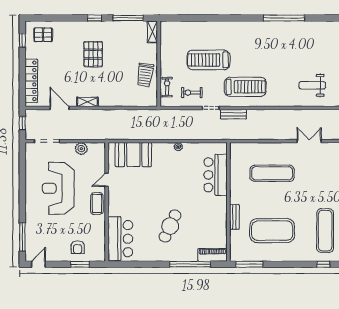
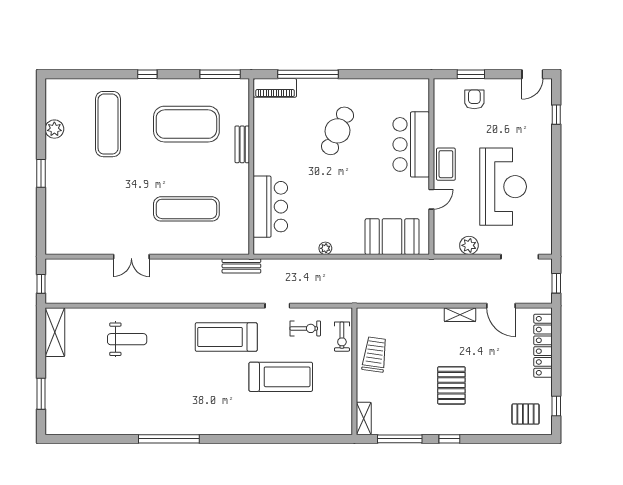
bench: (233, 114) -> (241, 266), moved
window: (22, 237) -> (556, 115), width x0.46
bar counter: (120, 239) -> (411, 144), moved
window: (323, 264) -> (147, 74), moved

